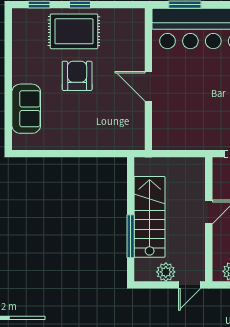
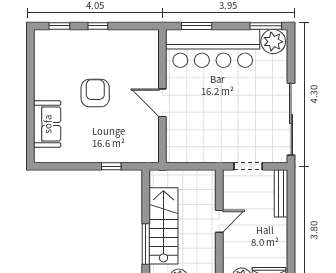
rug: (74, 31) -> (92, 51), removed
window: (94, 154) -> (111, 166), added

